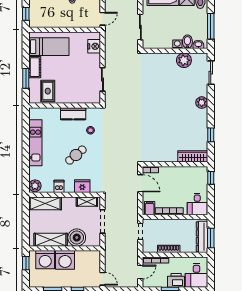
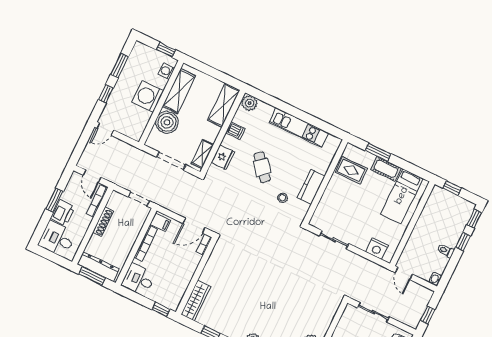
washing machine: (45, 260) -> (166, 71), width x0.53, depth x0.53

